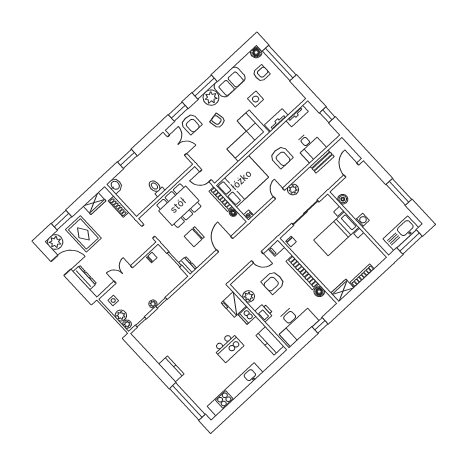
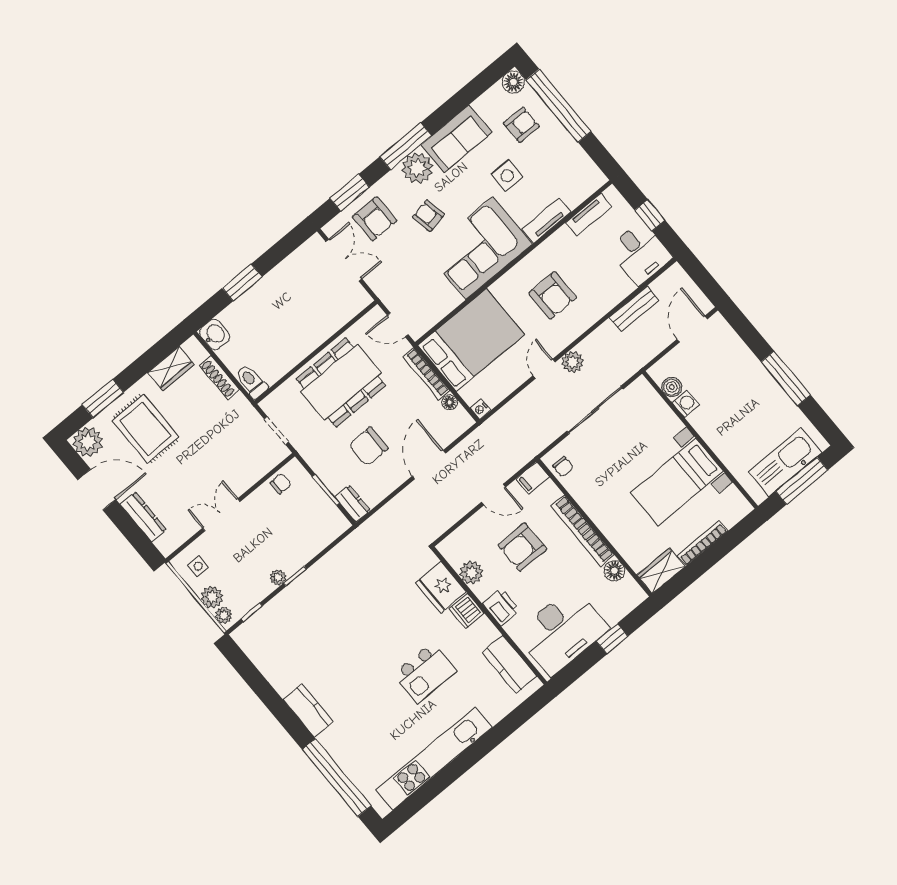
desk: (310, 146) -> (640, 253), moved
toilet: (156, 188) -> (251, 381), moved
washing machine: (362, 220) -> (686, 403), moved
bed with nightstands: (336, 234) -> (677, 482), moved

